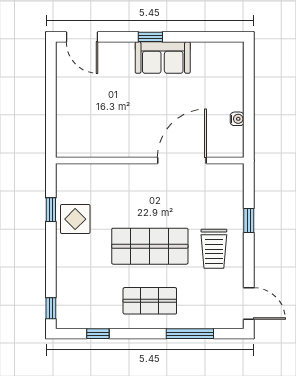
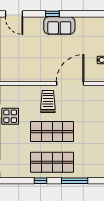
trolley: (214, 249) -> (48, 102), moved, turned 180
shop shelf: (150, 301) -> (52, 162), width x1.43, depth x1.36
window: (98, 334) -> (40, 181), moved

